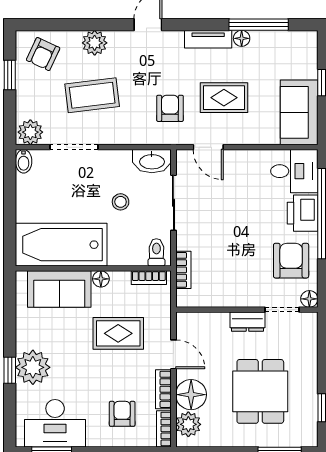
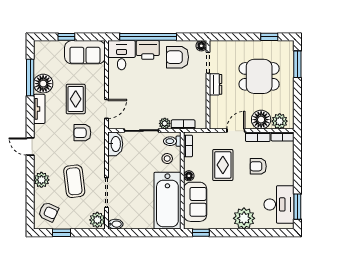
floor lamp: (242, 38) -> (43, 84), width x1.89, depth x1.89
stool: (121, 202) -> (167, 159), moved
plant: (185, 240) -> (165, 123), added
window: (10, 370) -> (201, 233), moved
armchair: (122, 414) -> (258, 166), moved

